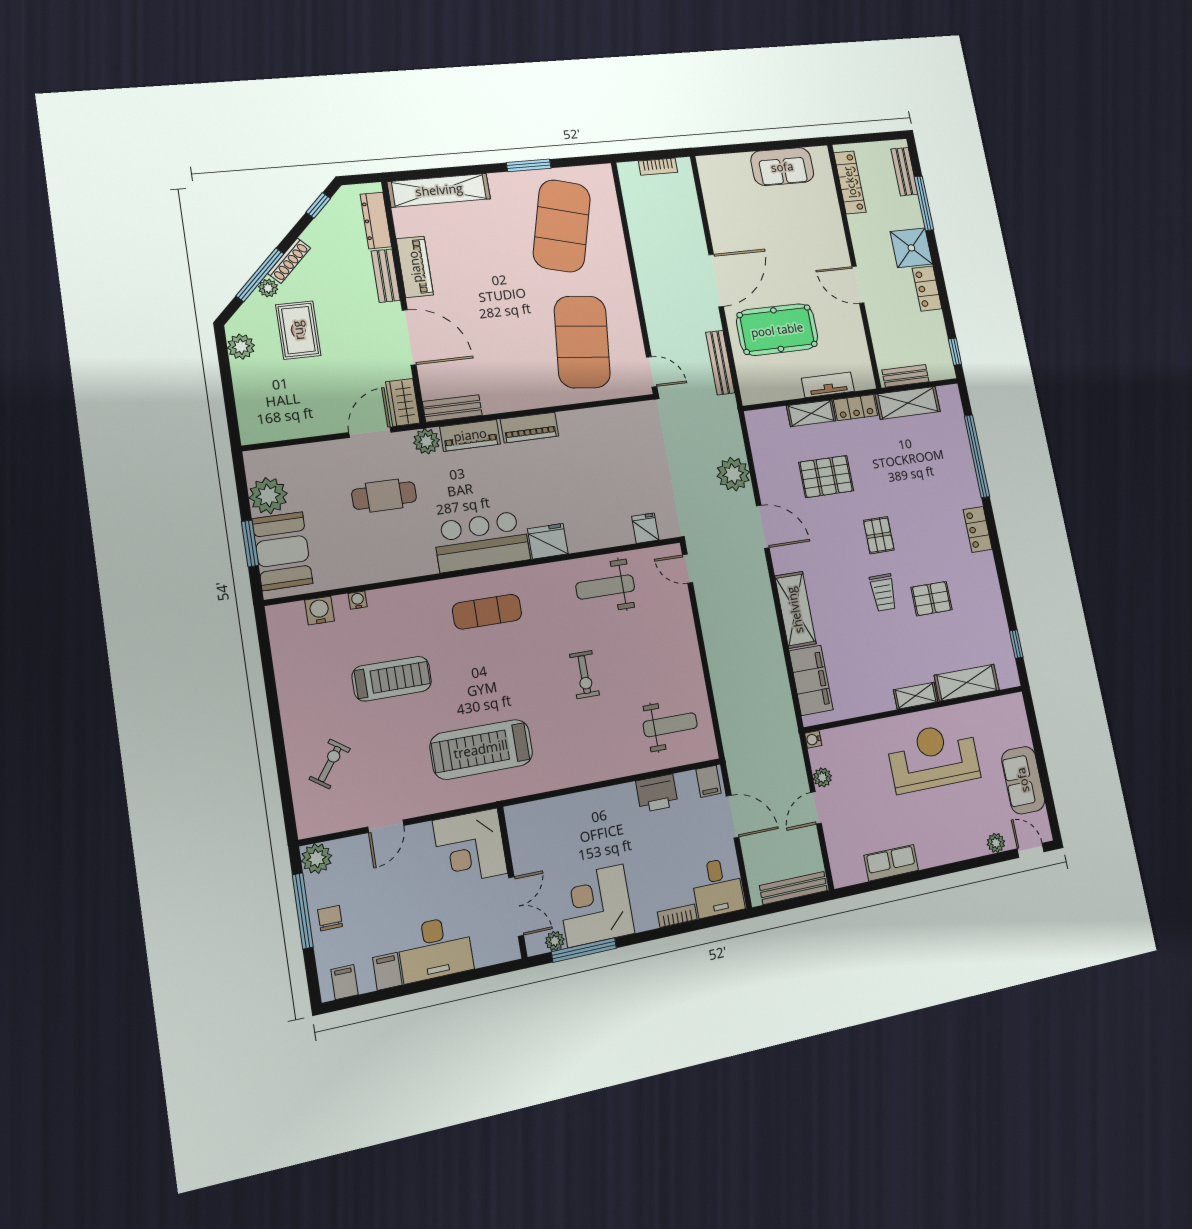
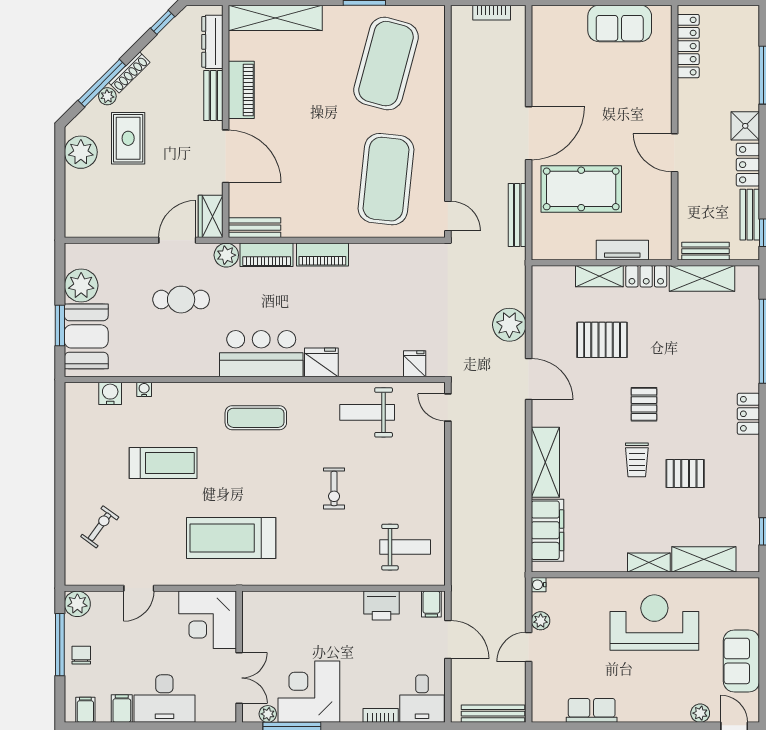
bench: (904, 172) -> (750, 215), moved
shower: (911, 248) -> (745, 126), width x0.73, depth x0.73
plant: (241, 347) -> (81, 152), width x1.36, depth x1.36

